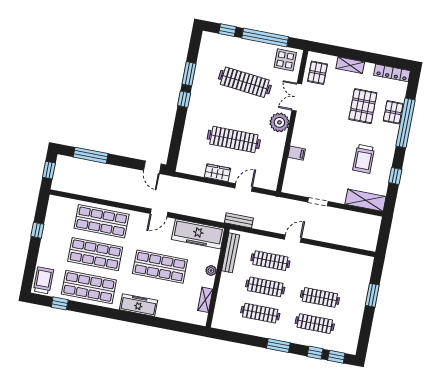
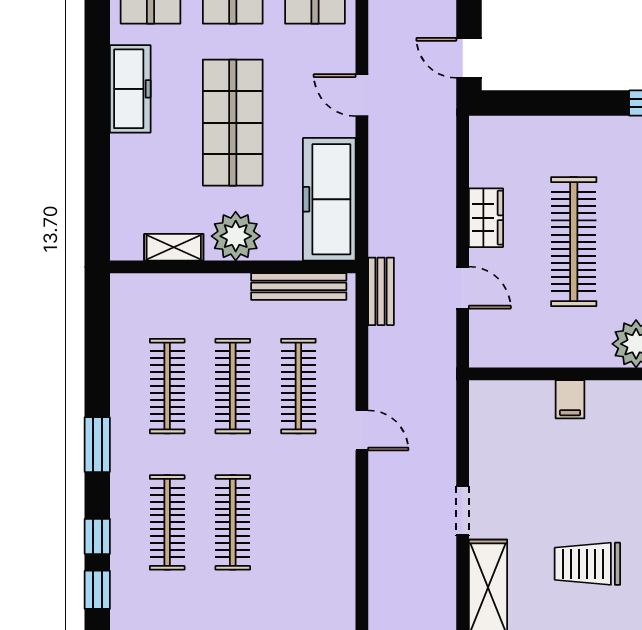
door: (152, 167) -> (469, 58), hinge flipped
doorway: (318, 202) -> (463, 511), moved
plant: (211, 270) -> (236, 236), width x1.87, depth x1.87

